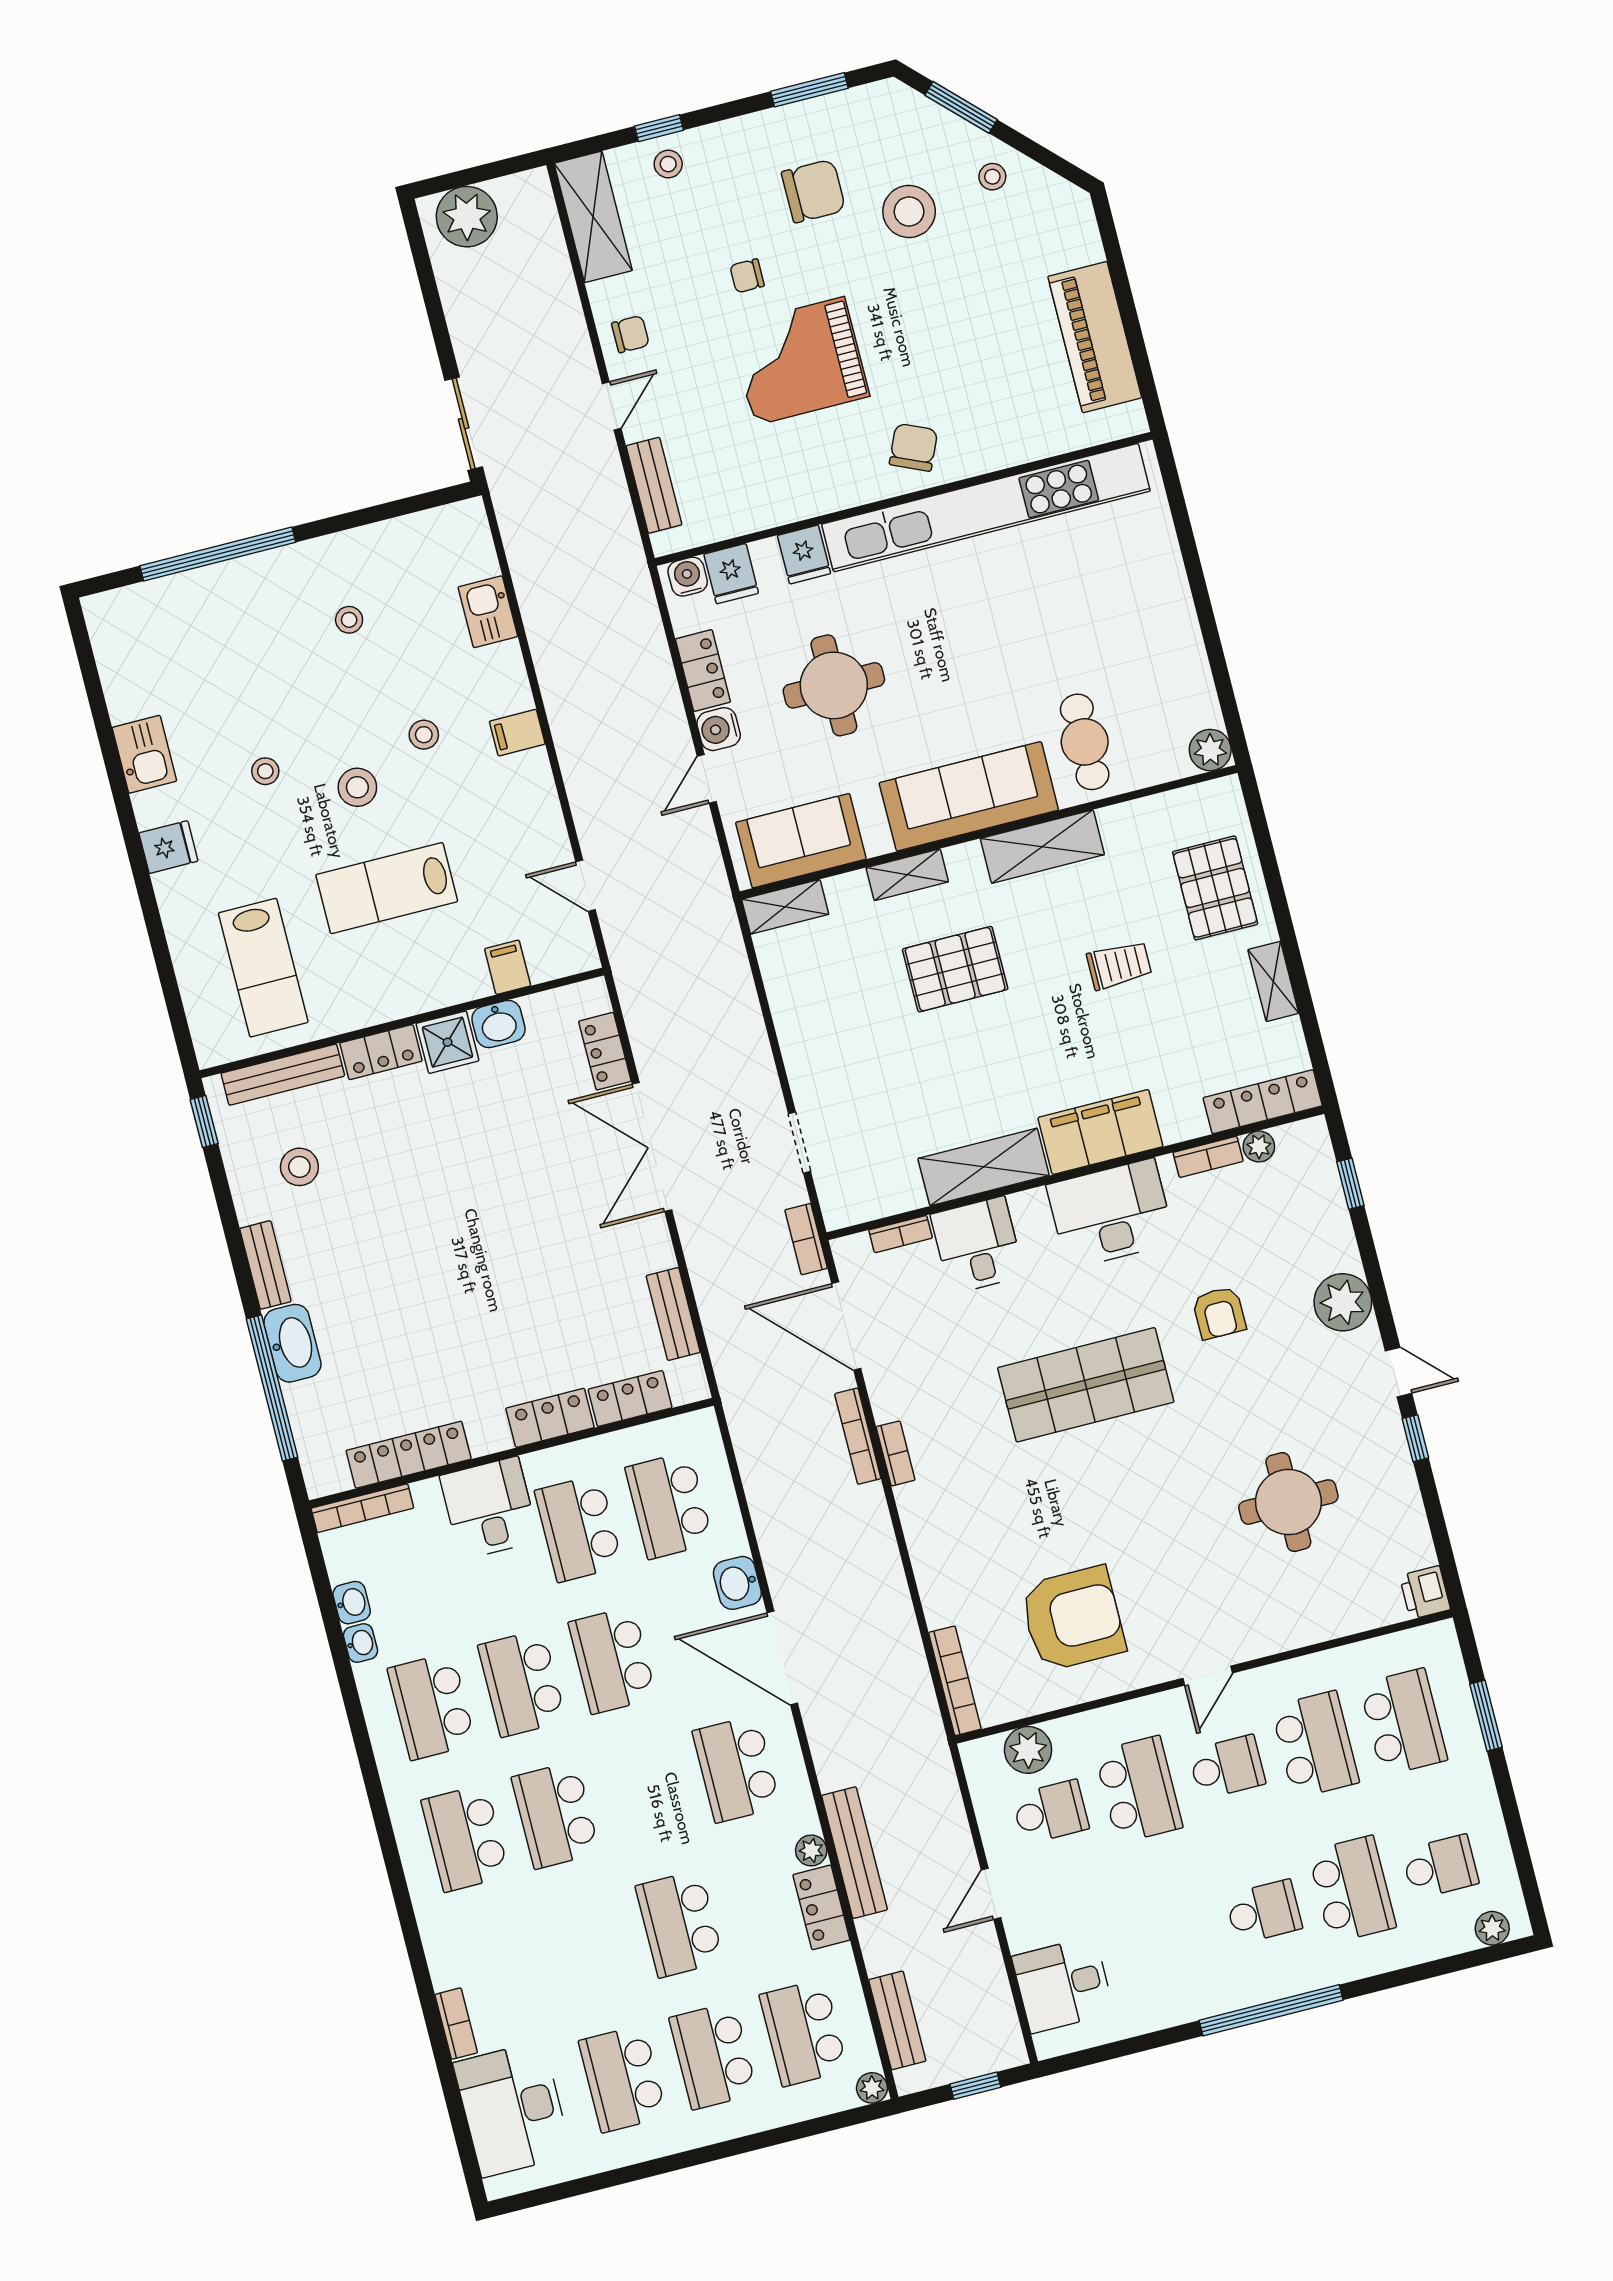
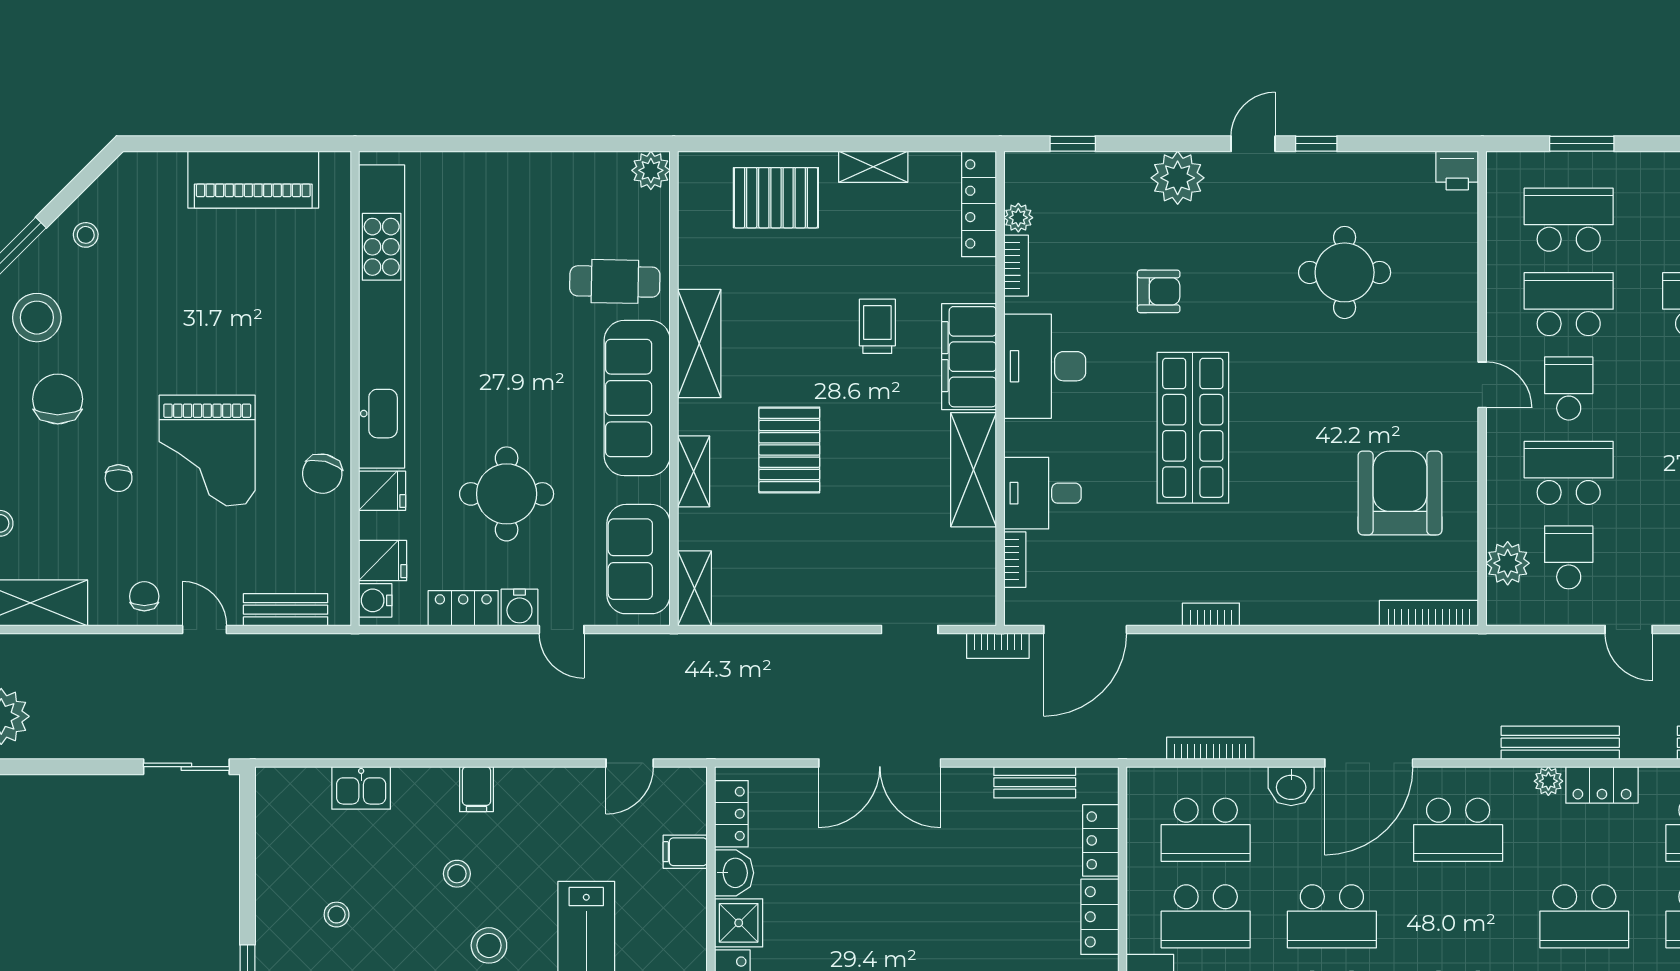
stool: (909, 211) -> (37, 318), moved
chair: (913, 447) -> (322, 474), moved, turned -100
trolley: (1119, 965) -> (877, 326), moved
locker: (605, 1051) -> (731, 814), moved, turned -90
bookcase: (858, 1436) -> (1210, 748), moved, turned 180

